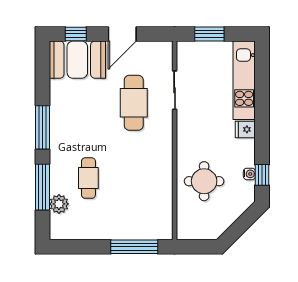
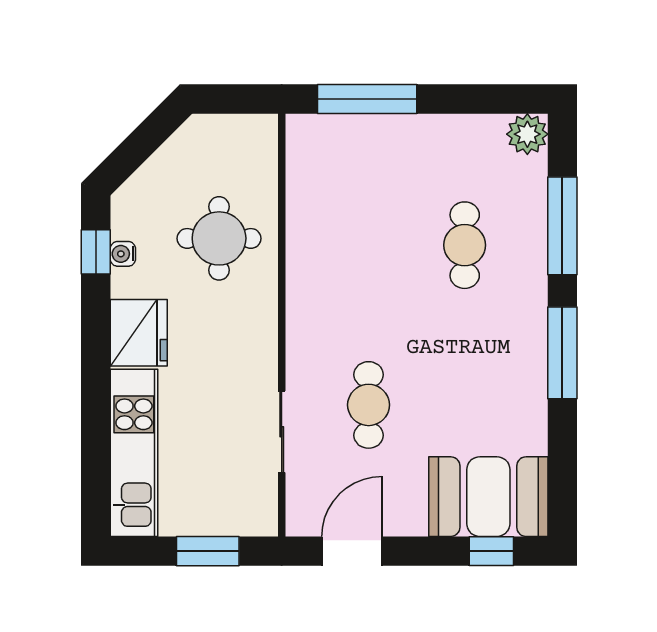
door: (122, 34) -> (352, 551), moved
cafe table: (134, 103) -> (369, 405), width x0.73, depth x0.74
fridge: (245, 129) -> (139, 333), width x1.88, depth x1.34
plant: (59, 204) -> (527, 134), moved

